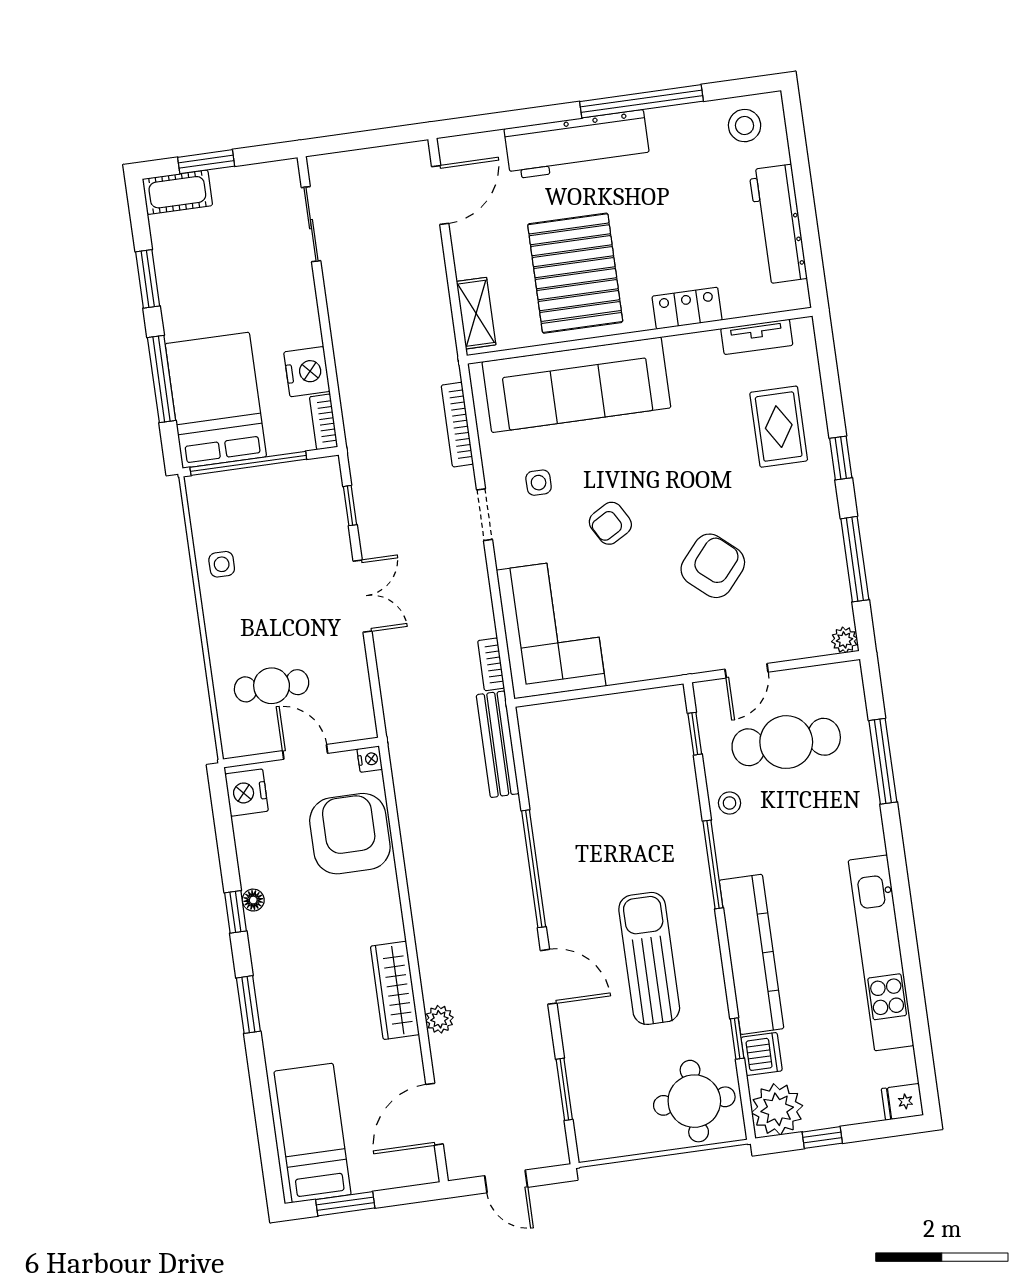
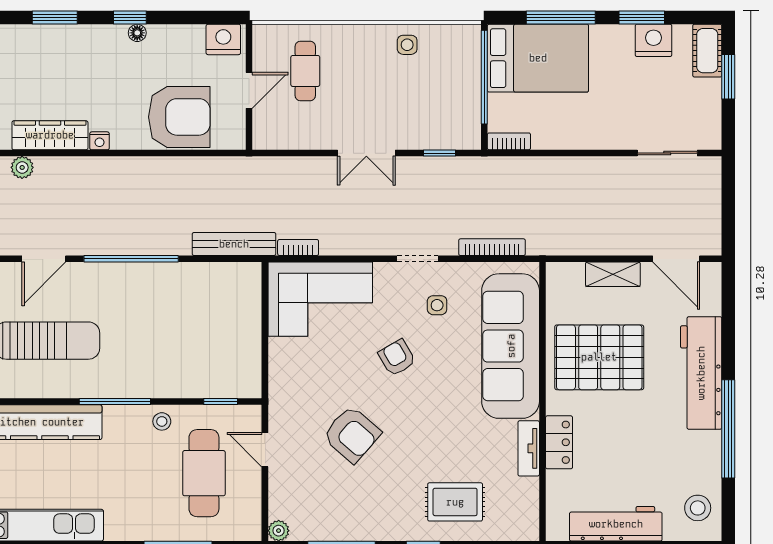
shelving: (476, 313) -> (613, 274), moved
tv unit: (757, 337) -> (529, 448), moved
nightstand: (307, 372) -> (653, 40), moved, turned 180
nightstand: (370, 759) -> (100, 141), moved

